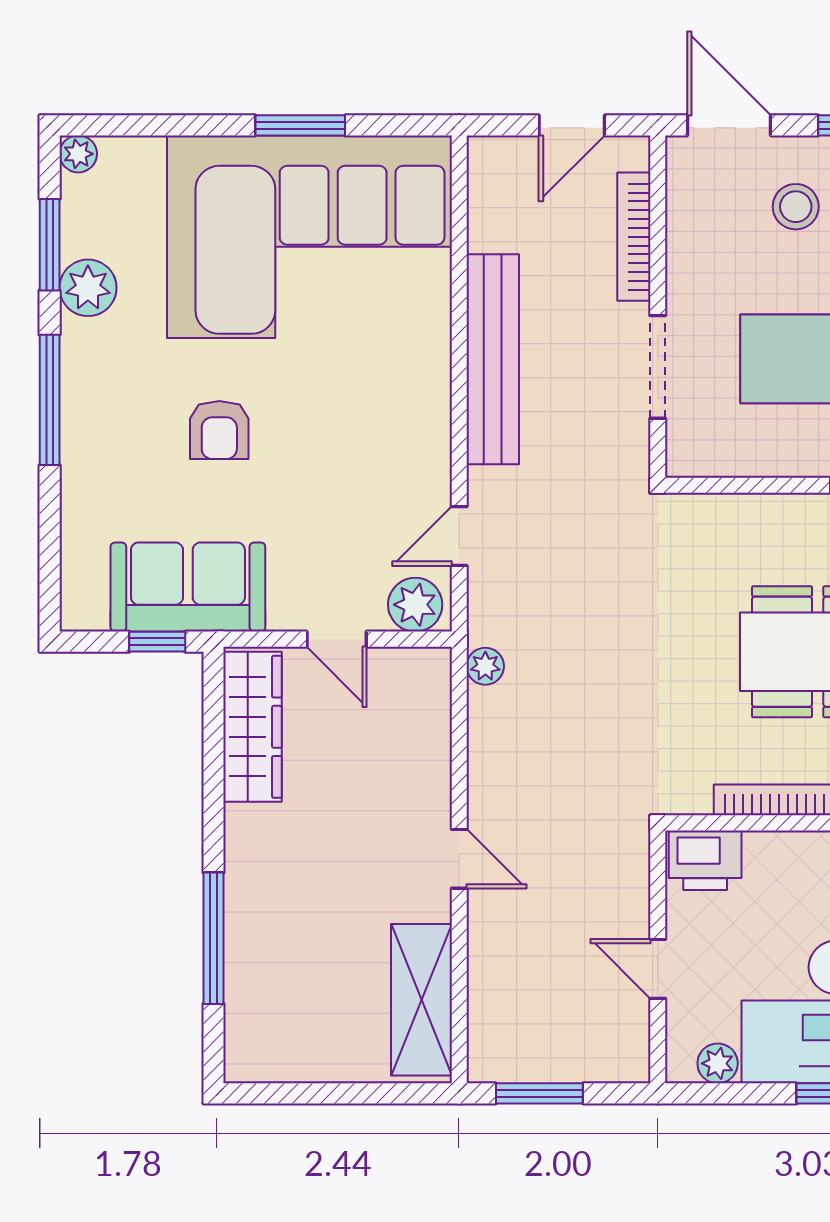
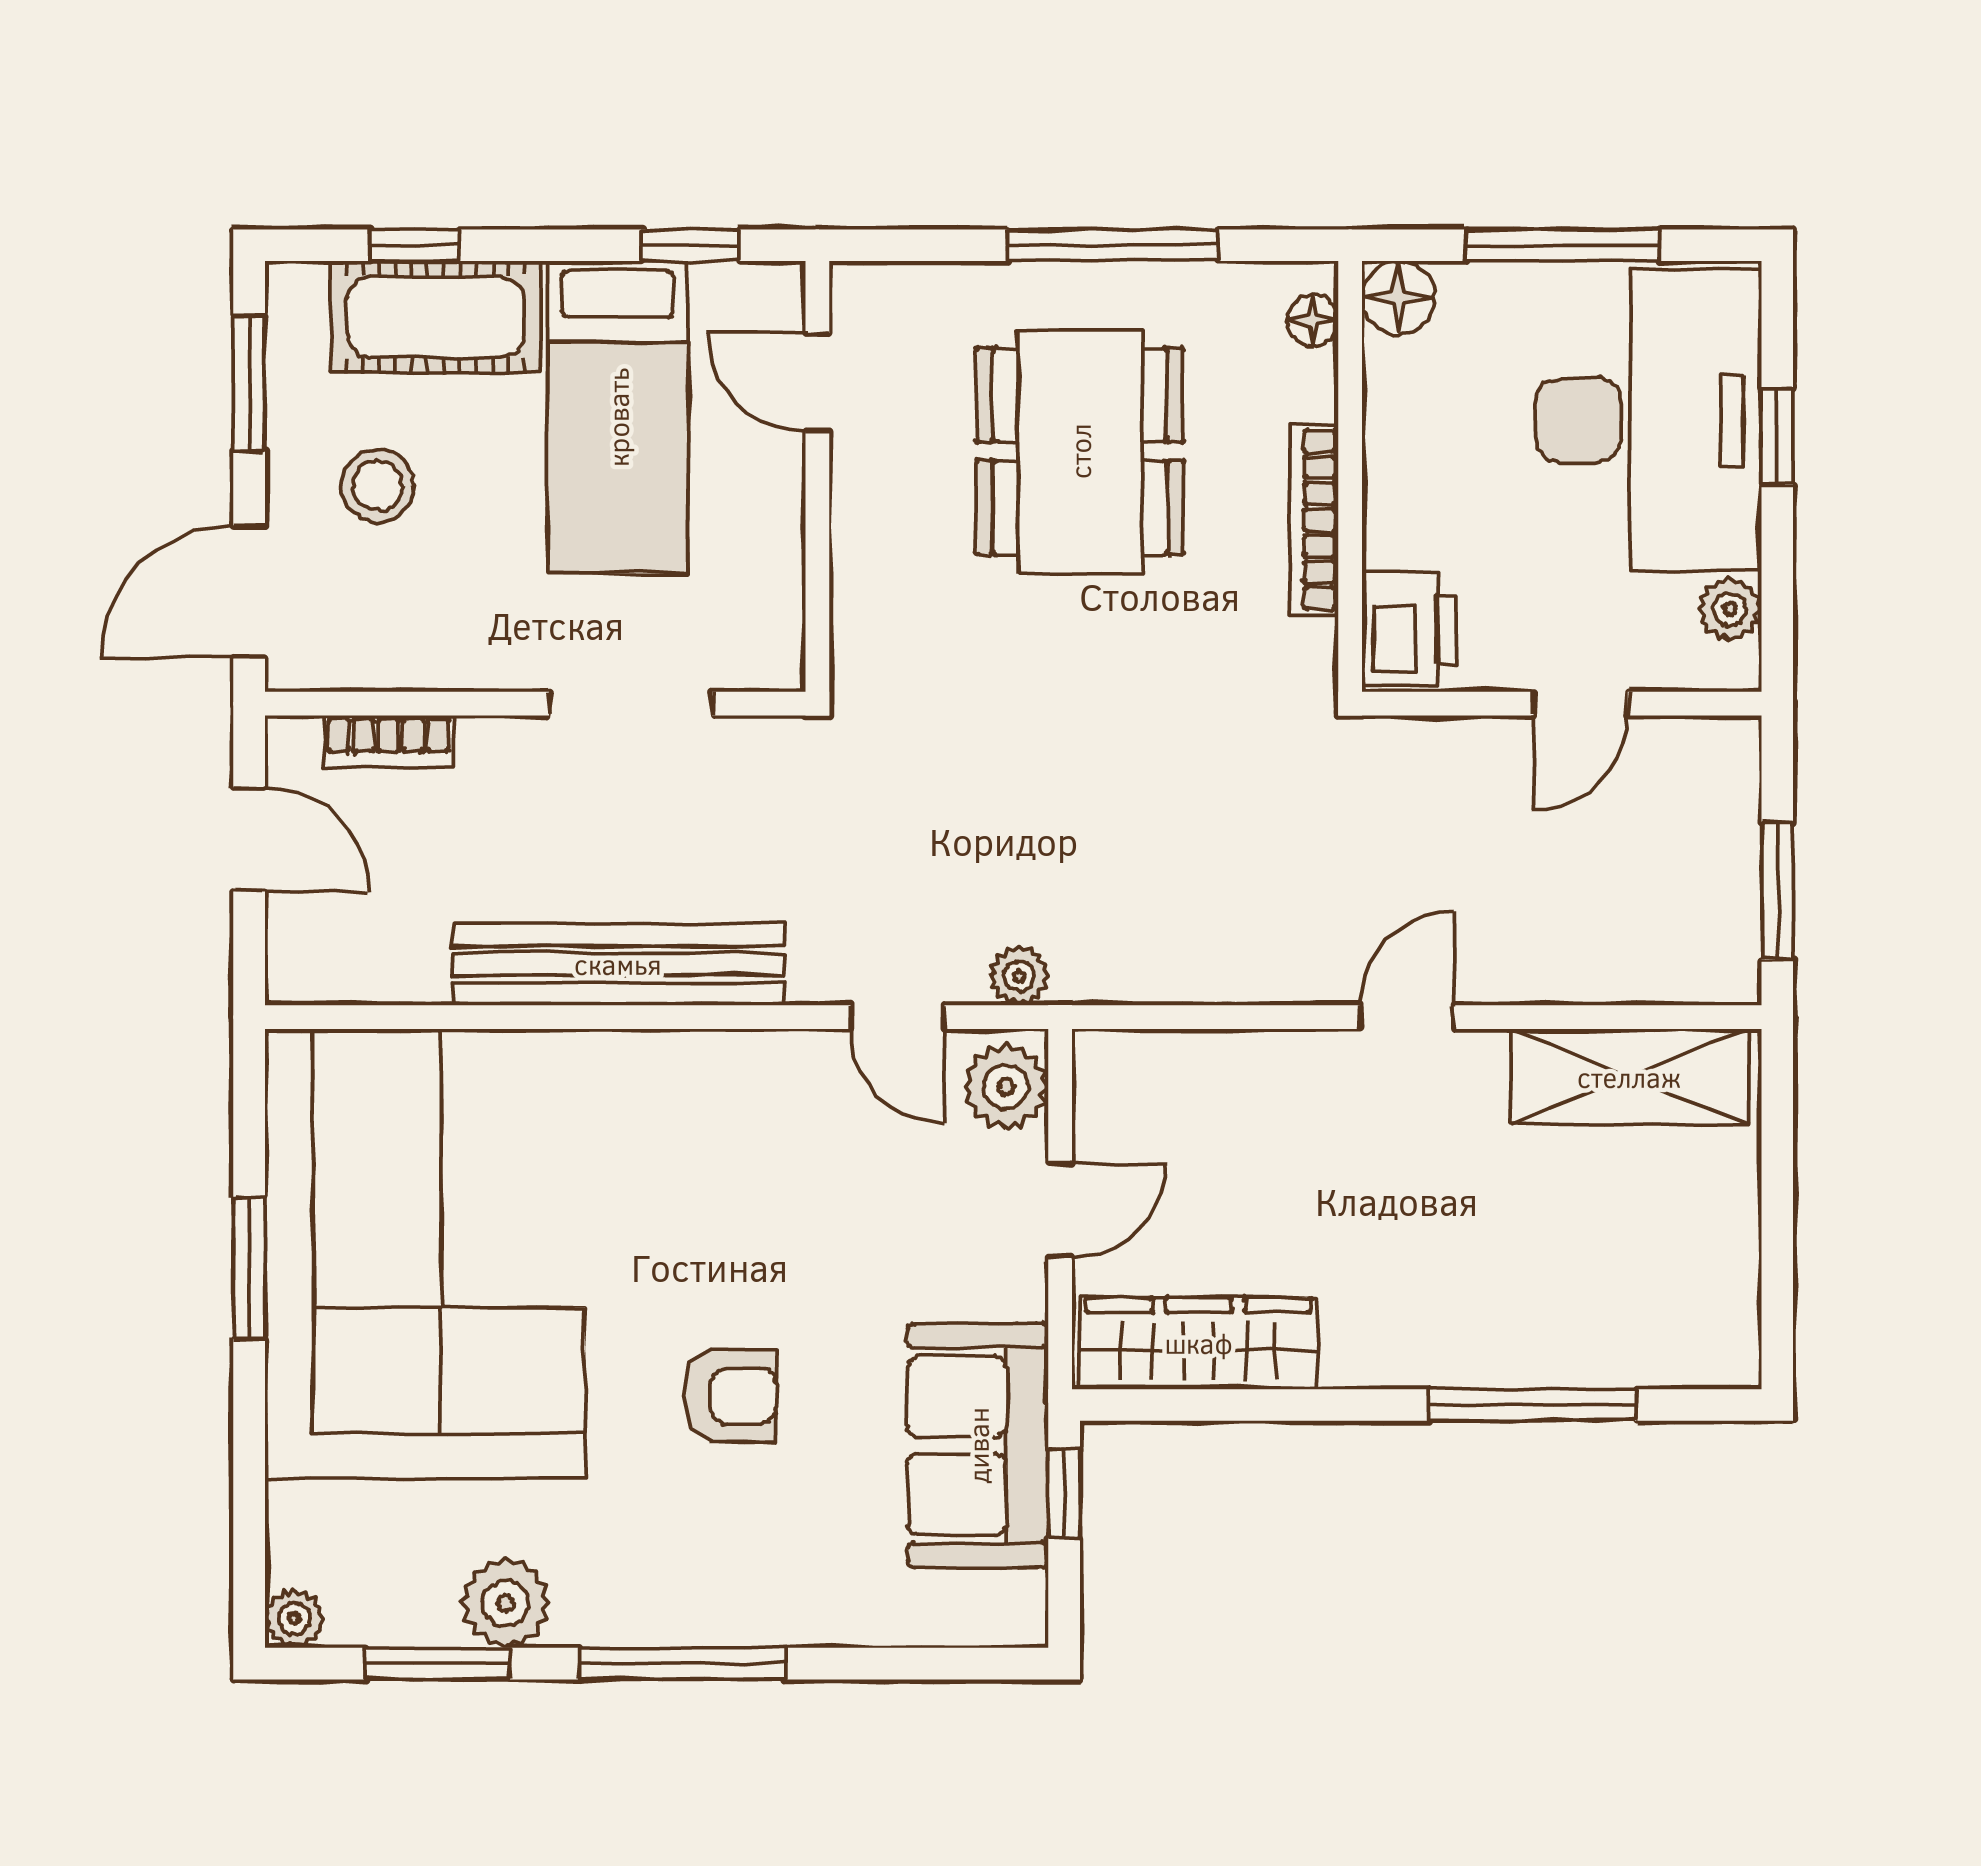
bookcase: (634, 237) -> (388, 741), width x0.64
plant: (485, 666) -> (1019, 976), moved

